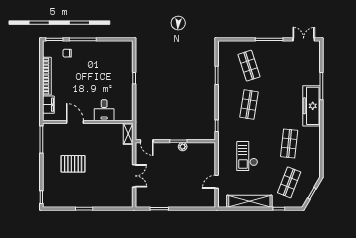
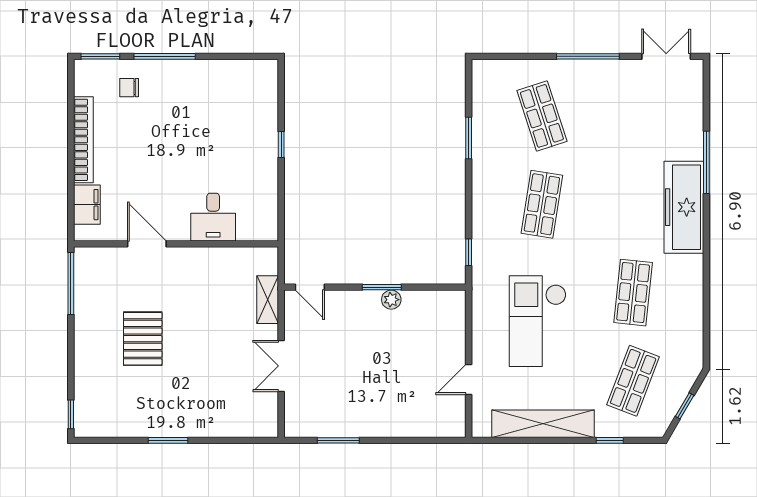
shelving: (128, 134) -> (268, 300), moved
checkout: (247, 156) -> (538, 321), width x1.36, depth x1.21
pallet: (73, 164) -> (143, 339), turned 90
double door: (134, 176) -> (281, 366), swing flipped

